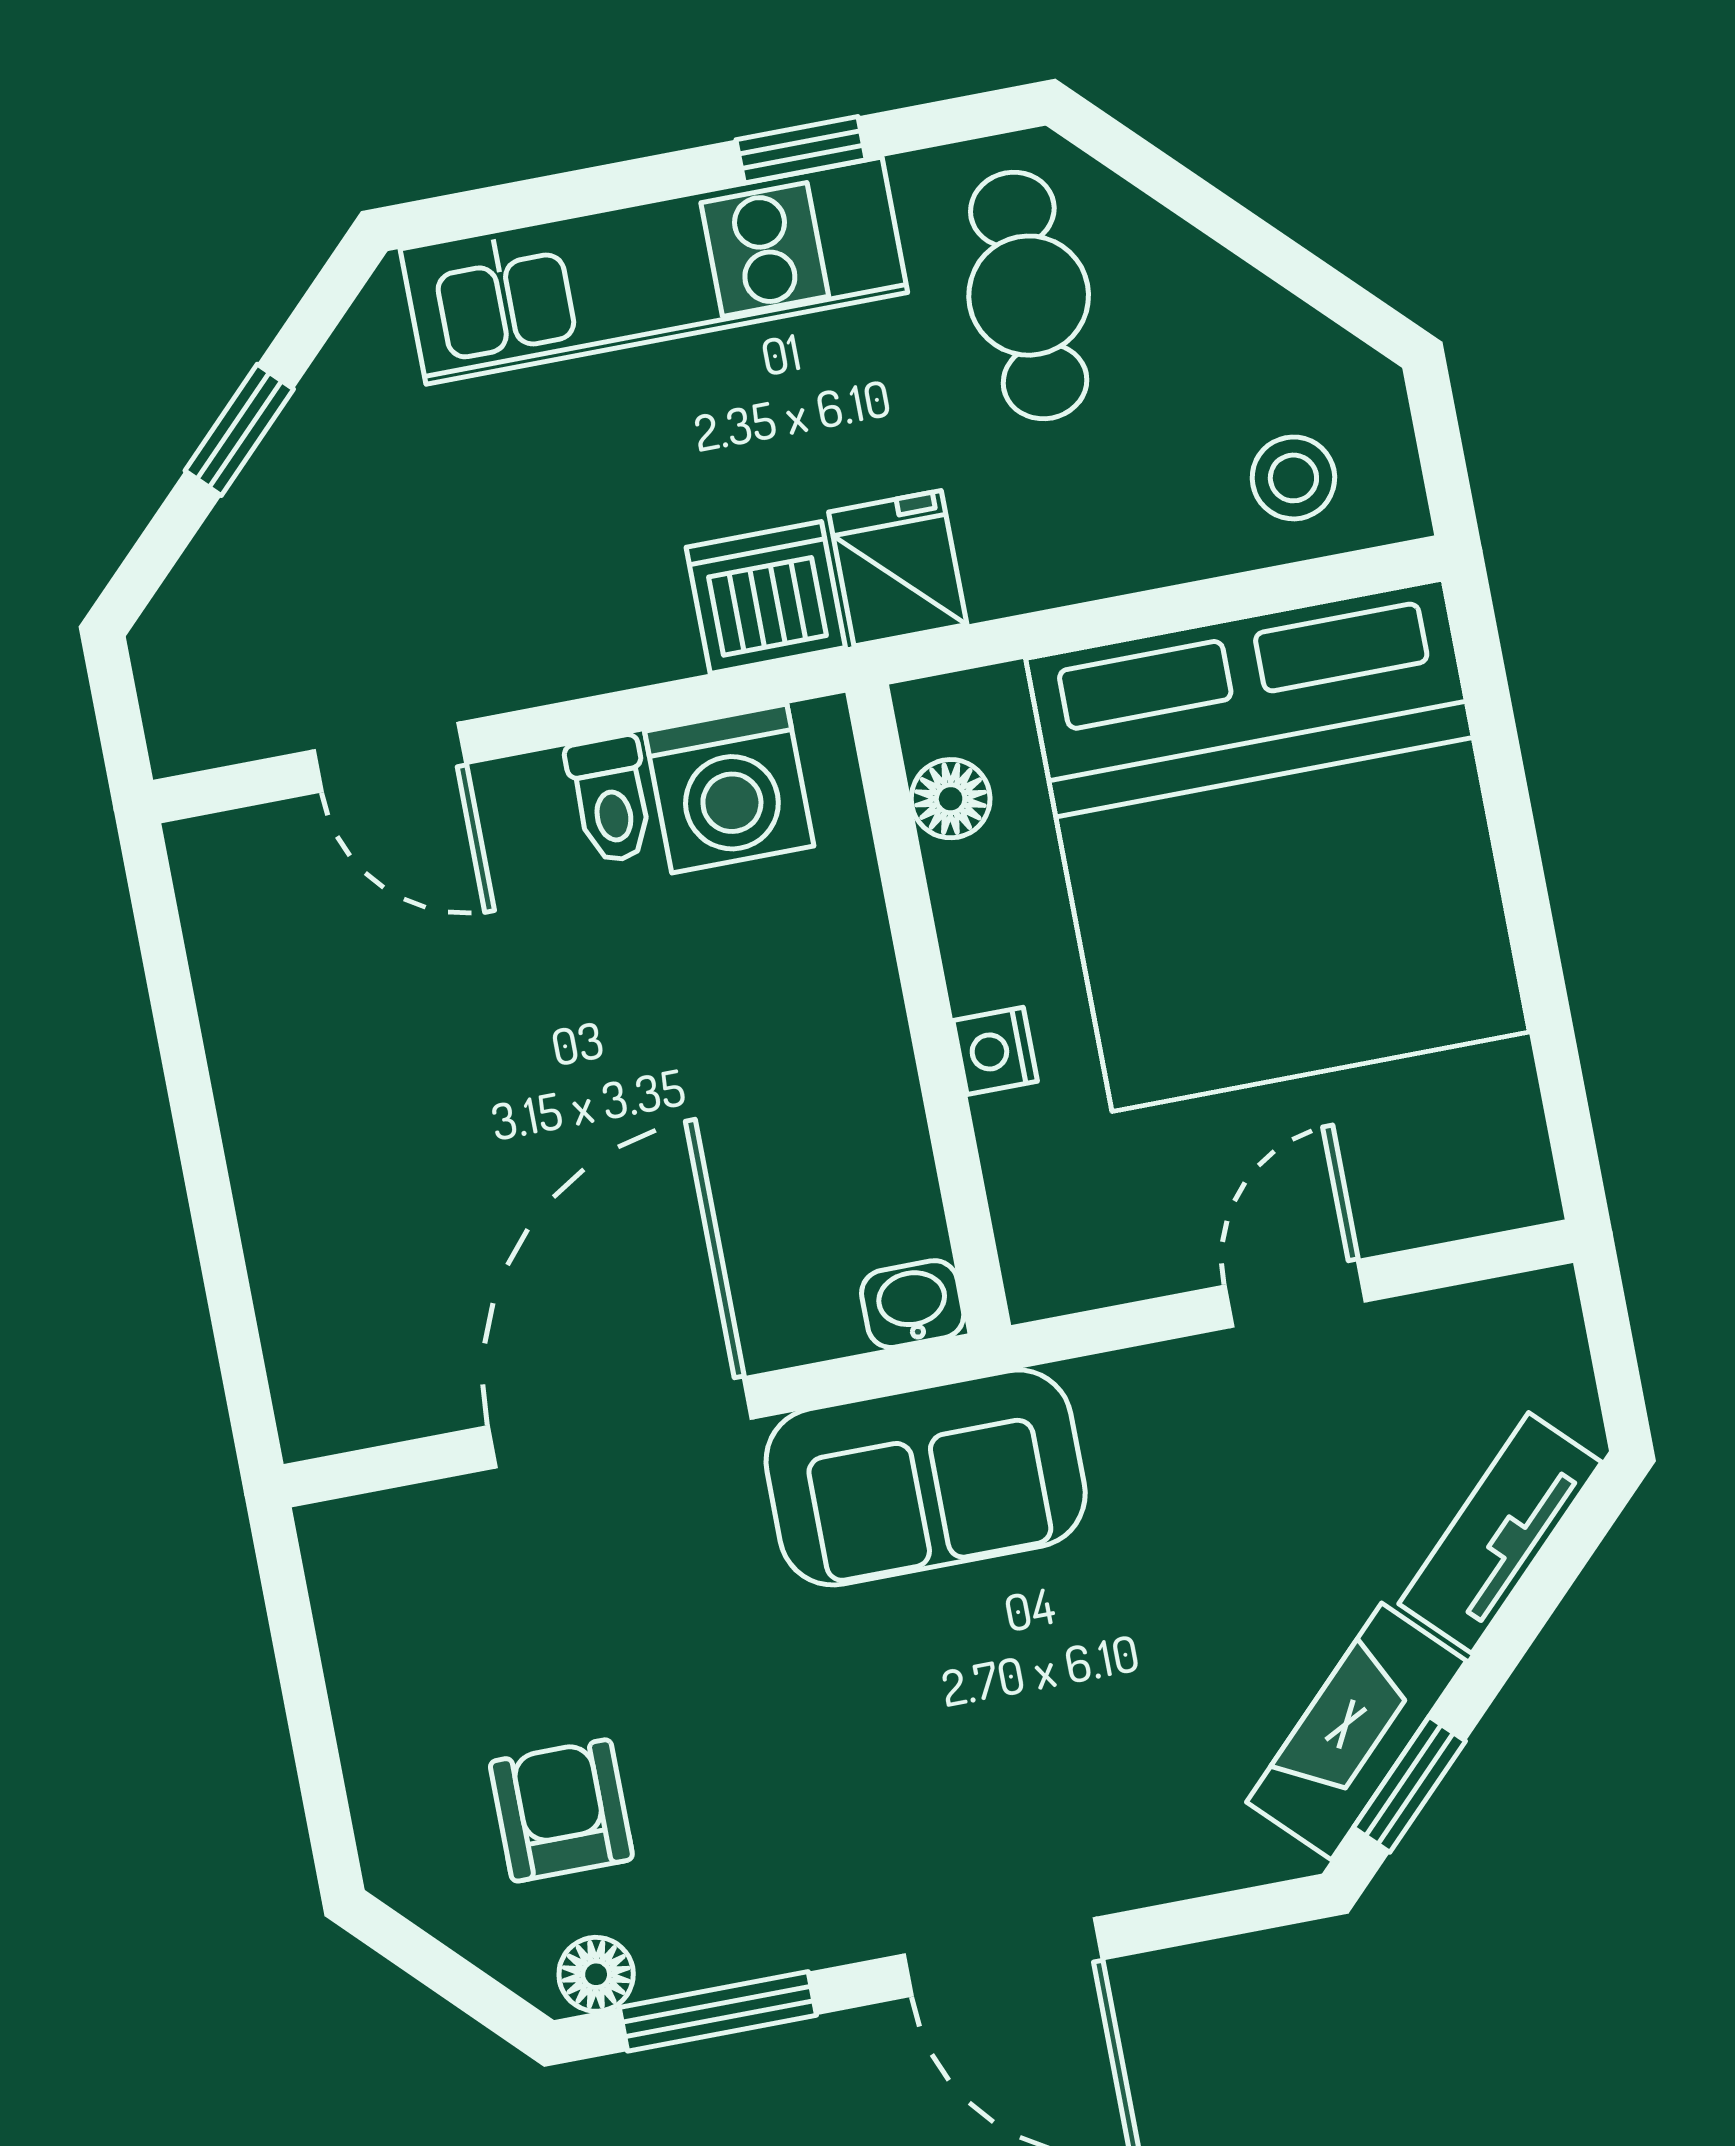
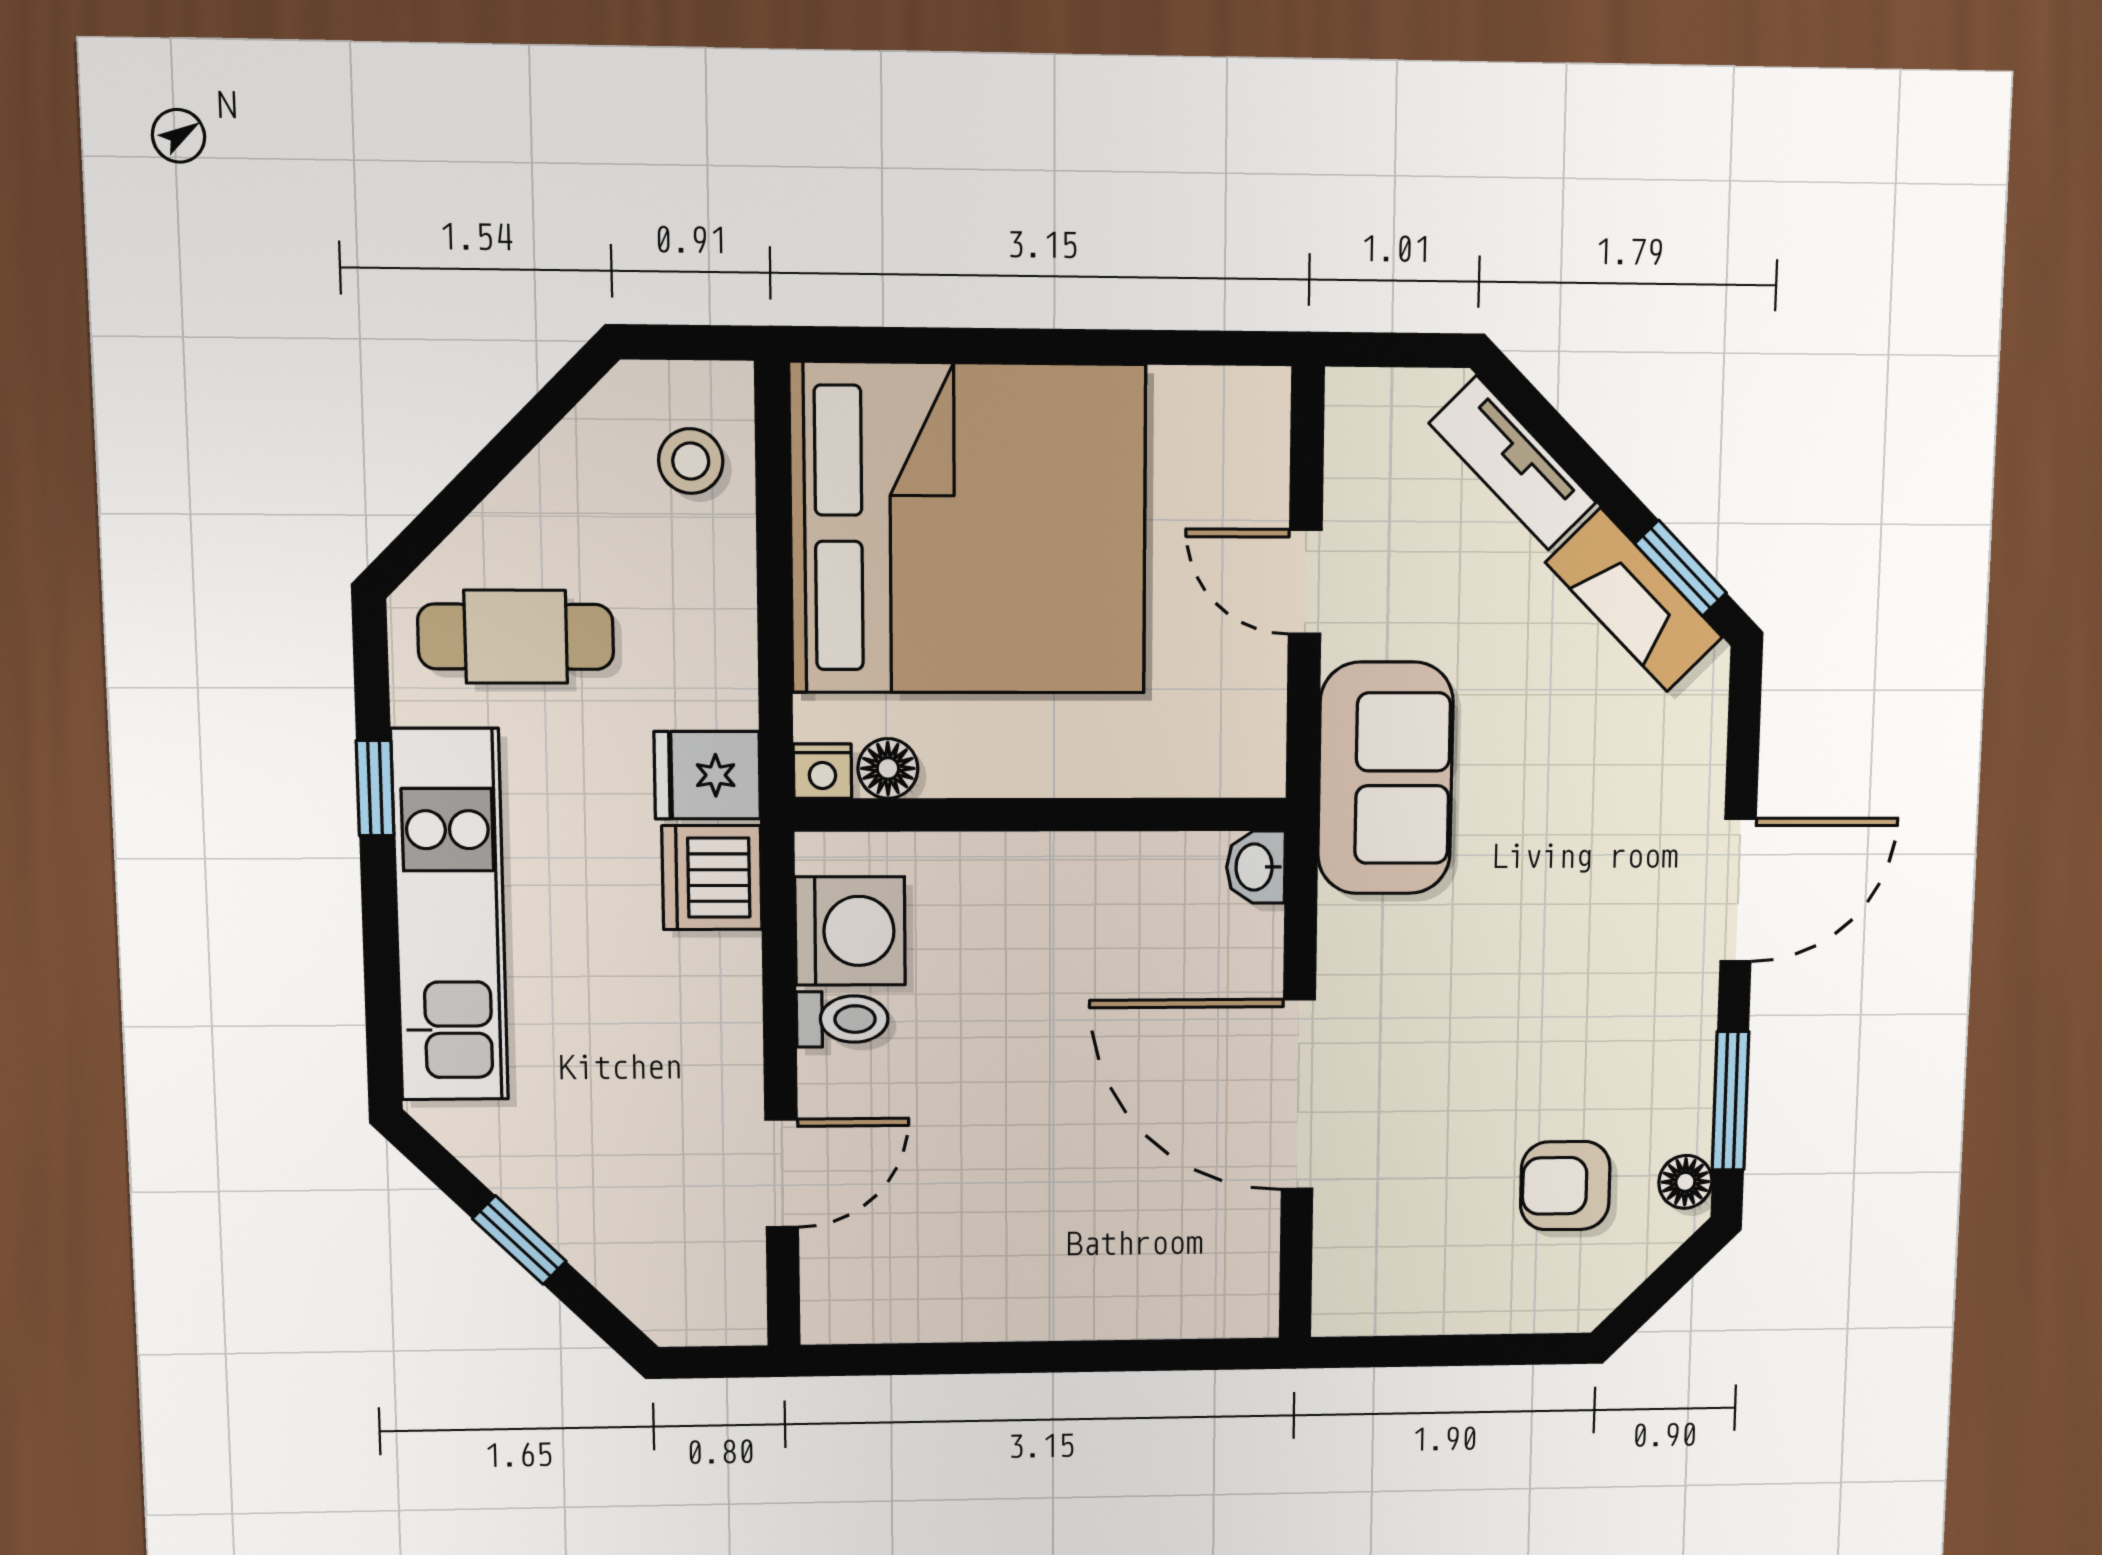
nightstand: (995, 1051) -> (822, 771), moved
sofa: (926, 1477) -> (1385, 778), moved

